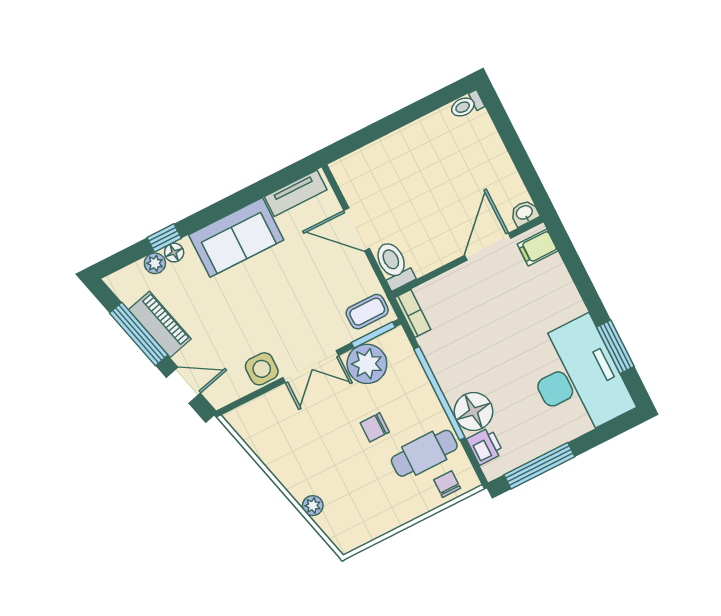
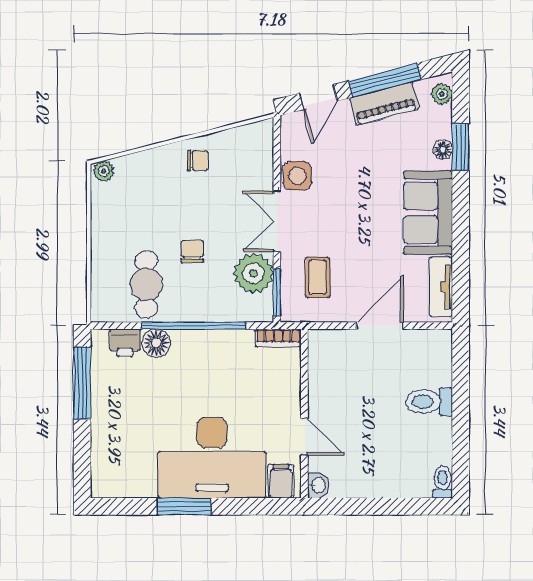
window: (164, 238) -> (461, 147), width x1.50
door: (488, 247) -> (304, 437), width x0.73
plant: (155, 263) -> (442, 94), moved
toilet: (394, 265) -> (429, 402), moved, turned 180
coffee table: (367, 312) -> (318, 277), moved
window: (615, 347) -> (184, 506), moved
desk: (577, 378) -> (212, 458), moved
floor lamp: (474, 411) -> (156, 343), width x0.73, depth x0.73
chair: (447, 484) -> (198, 161), moved
plant: (313, 506) -> (104, 171), moved

